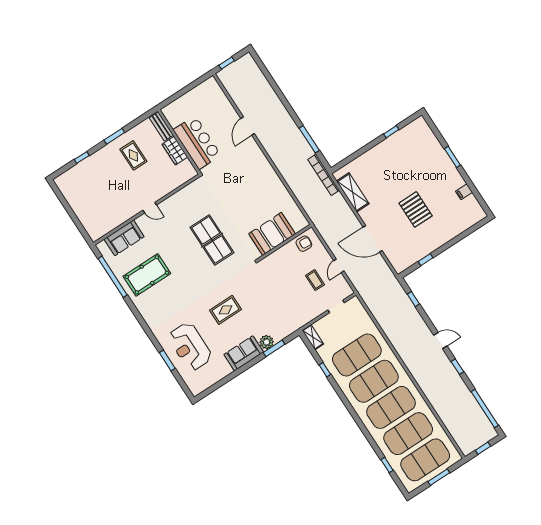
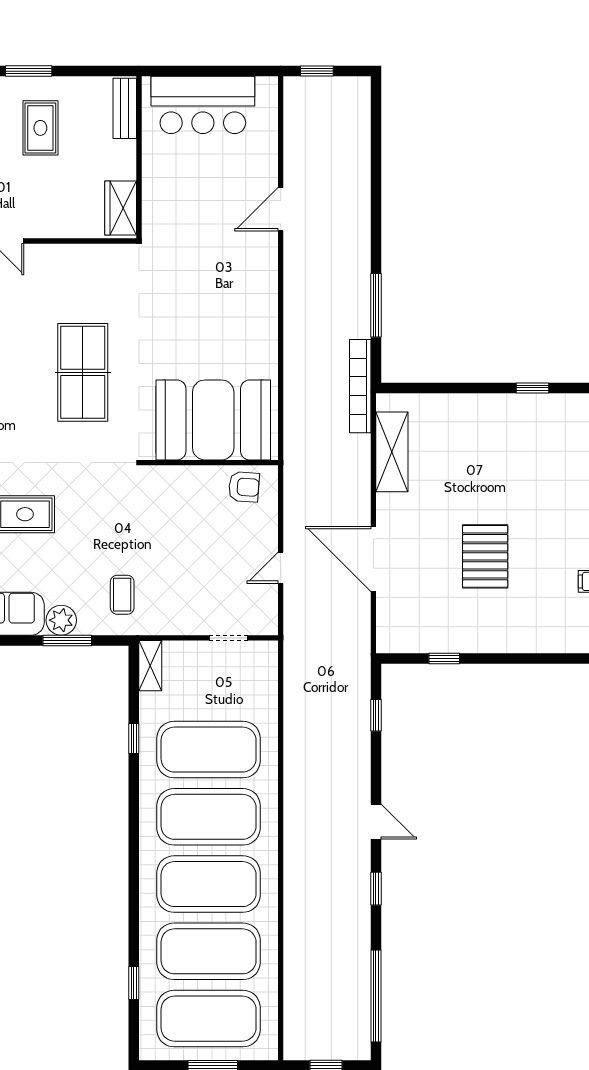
bar counter: (197, 143) -> (203, 105), moved, turned 90
wardrobe: (175, 151) -> (121, 208), moved
booth: (272, 234) -> (213, 420), width x1.36, depth x1.42
coffee table: (315, 280) -> (122, 595), moved

